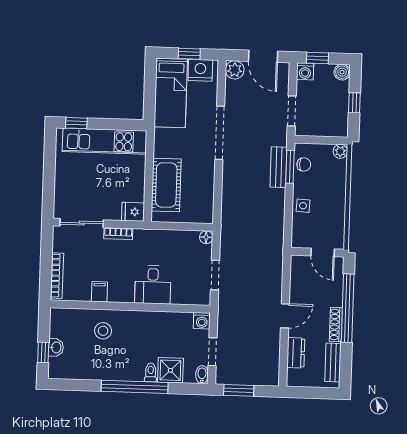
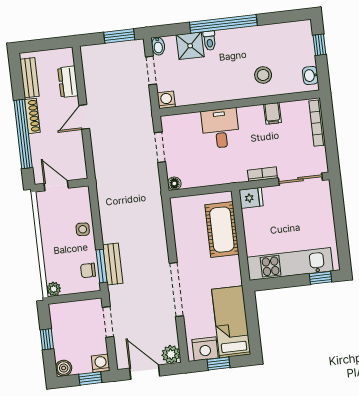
washbasin: (56, 347) -> (310, 75), moved

